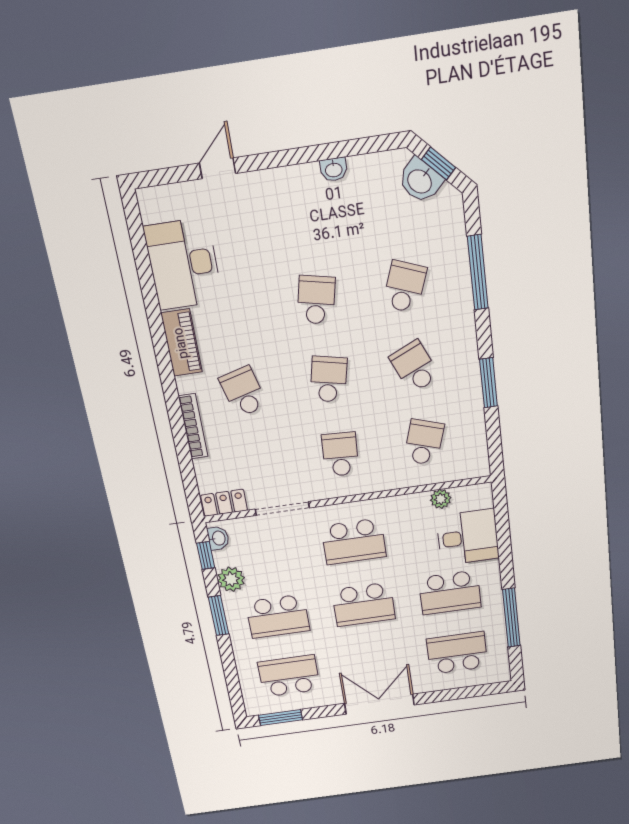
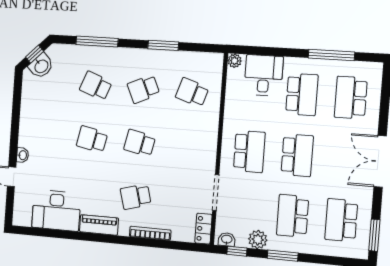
washbasin: (334, 169) -> (23, 155), moved
school desk: (340, 454) -> (188, 147), removed
plant: (441, 499) -> (235, 61), moved
school desk: (278, 616) -> (293, 216), turned 180

